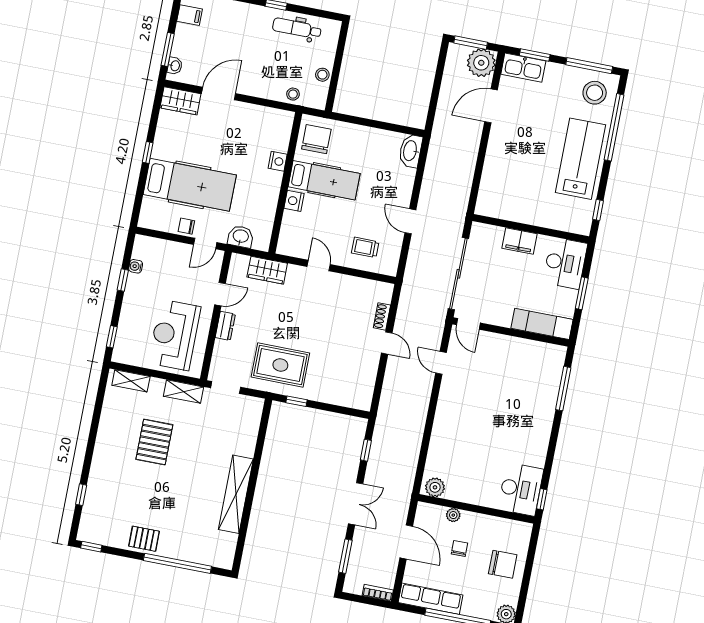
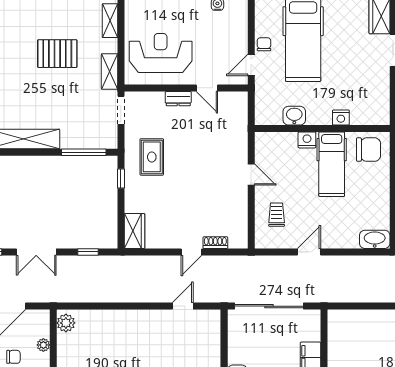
washbasin: (241, 237) -> (294, 116), moved, turned -90
door: (205, 244) -> (251, 65), hinge flipped
door: (319, 266) -> (251, 175), hinge flipped
wardrobe: (267, 270) -> (135, 231), moved, turned 180
door: (468, 324) -> (224, 324), removed
rug: (280, 365) -> (152, 157), width x0.73, depth x0.70
window: (262, 434) -> (84, 152), added

